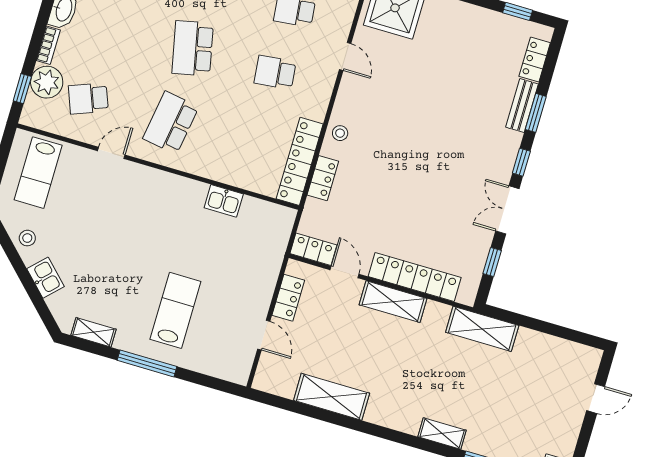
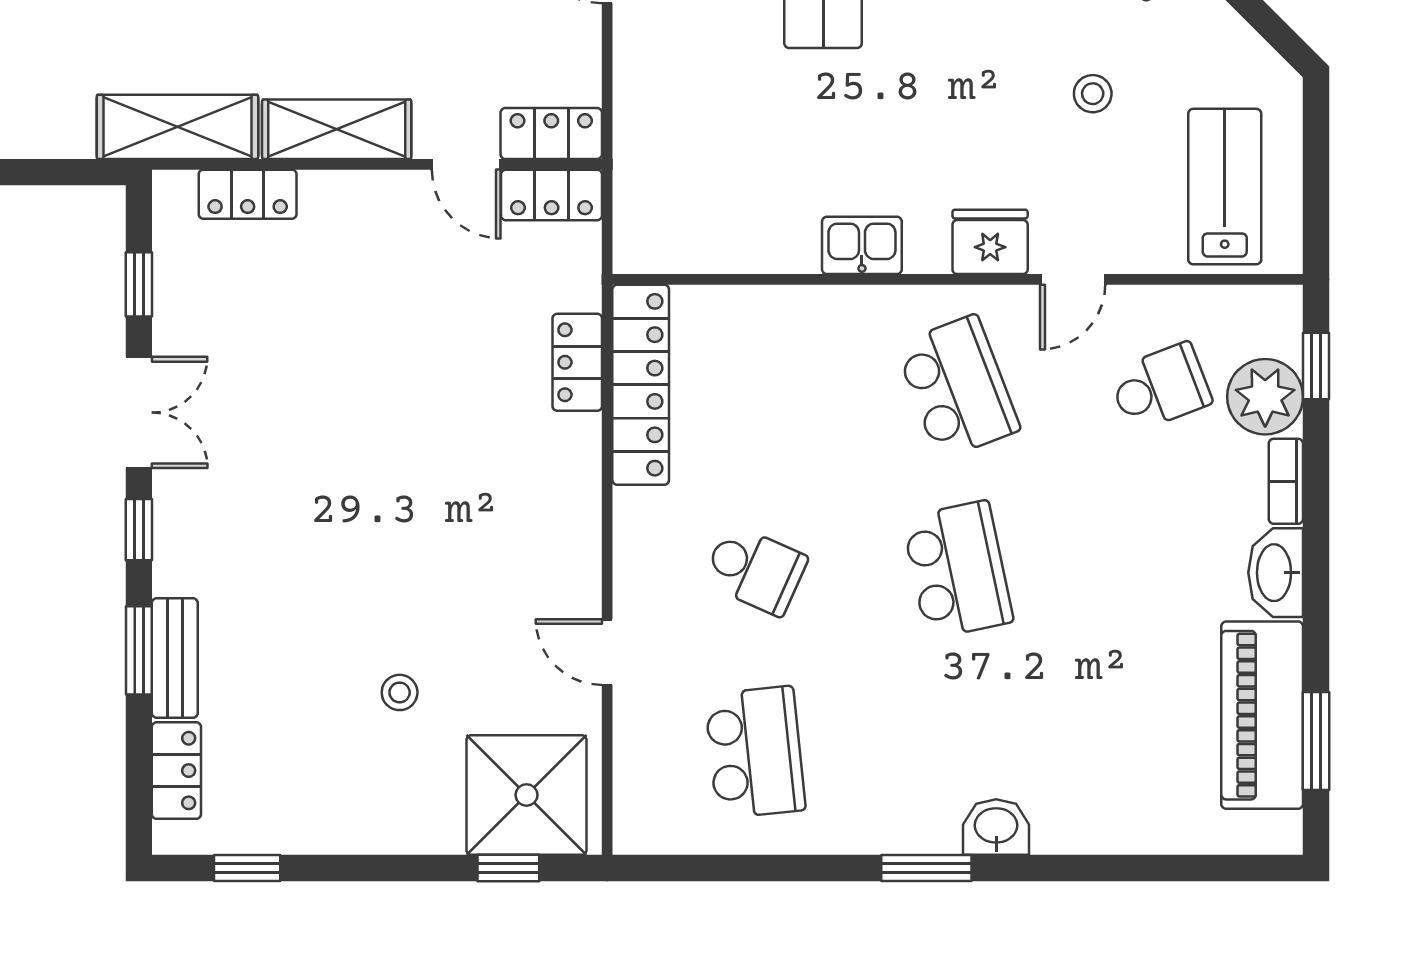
school desk: (275, 72) -> (755, 570), turned 30
school desk: (171, 123) -> (958, 387), turned -30
stool: (340, 133) -> (400, 692), moved
fridge: (140, 178) -> (990, 242), added
kitchen sink: (224, 201) -> (862, 245), moved
stool: (27, 238) -> (1093, 94), moved
locker: (415, 277) -> (248, 194), width x0.46, depth x0.83
locker: (288, 298) -> (551, 134), moved, turned 90
shelving: (482, 329) -> (177, 127), moved

